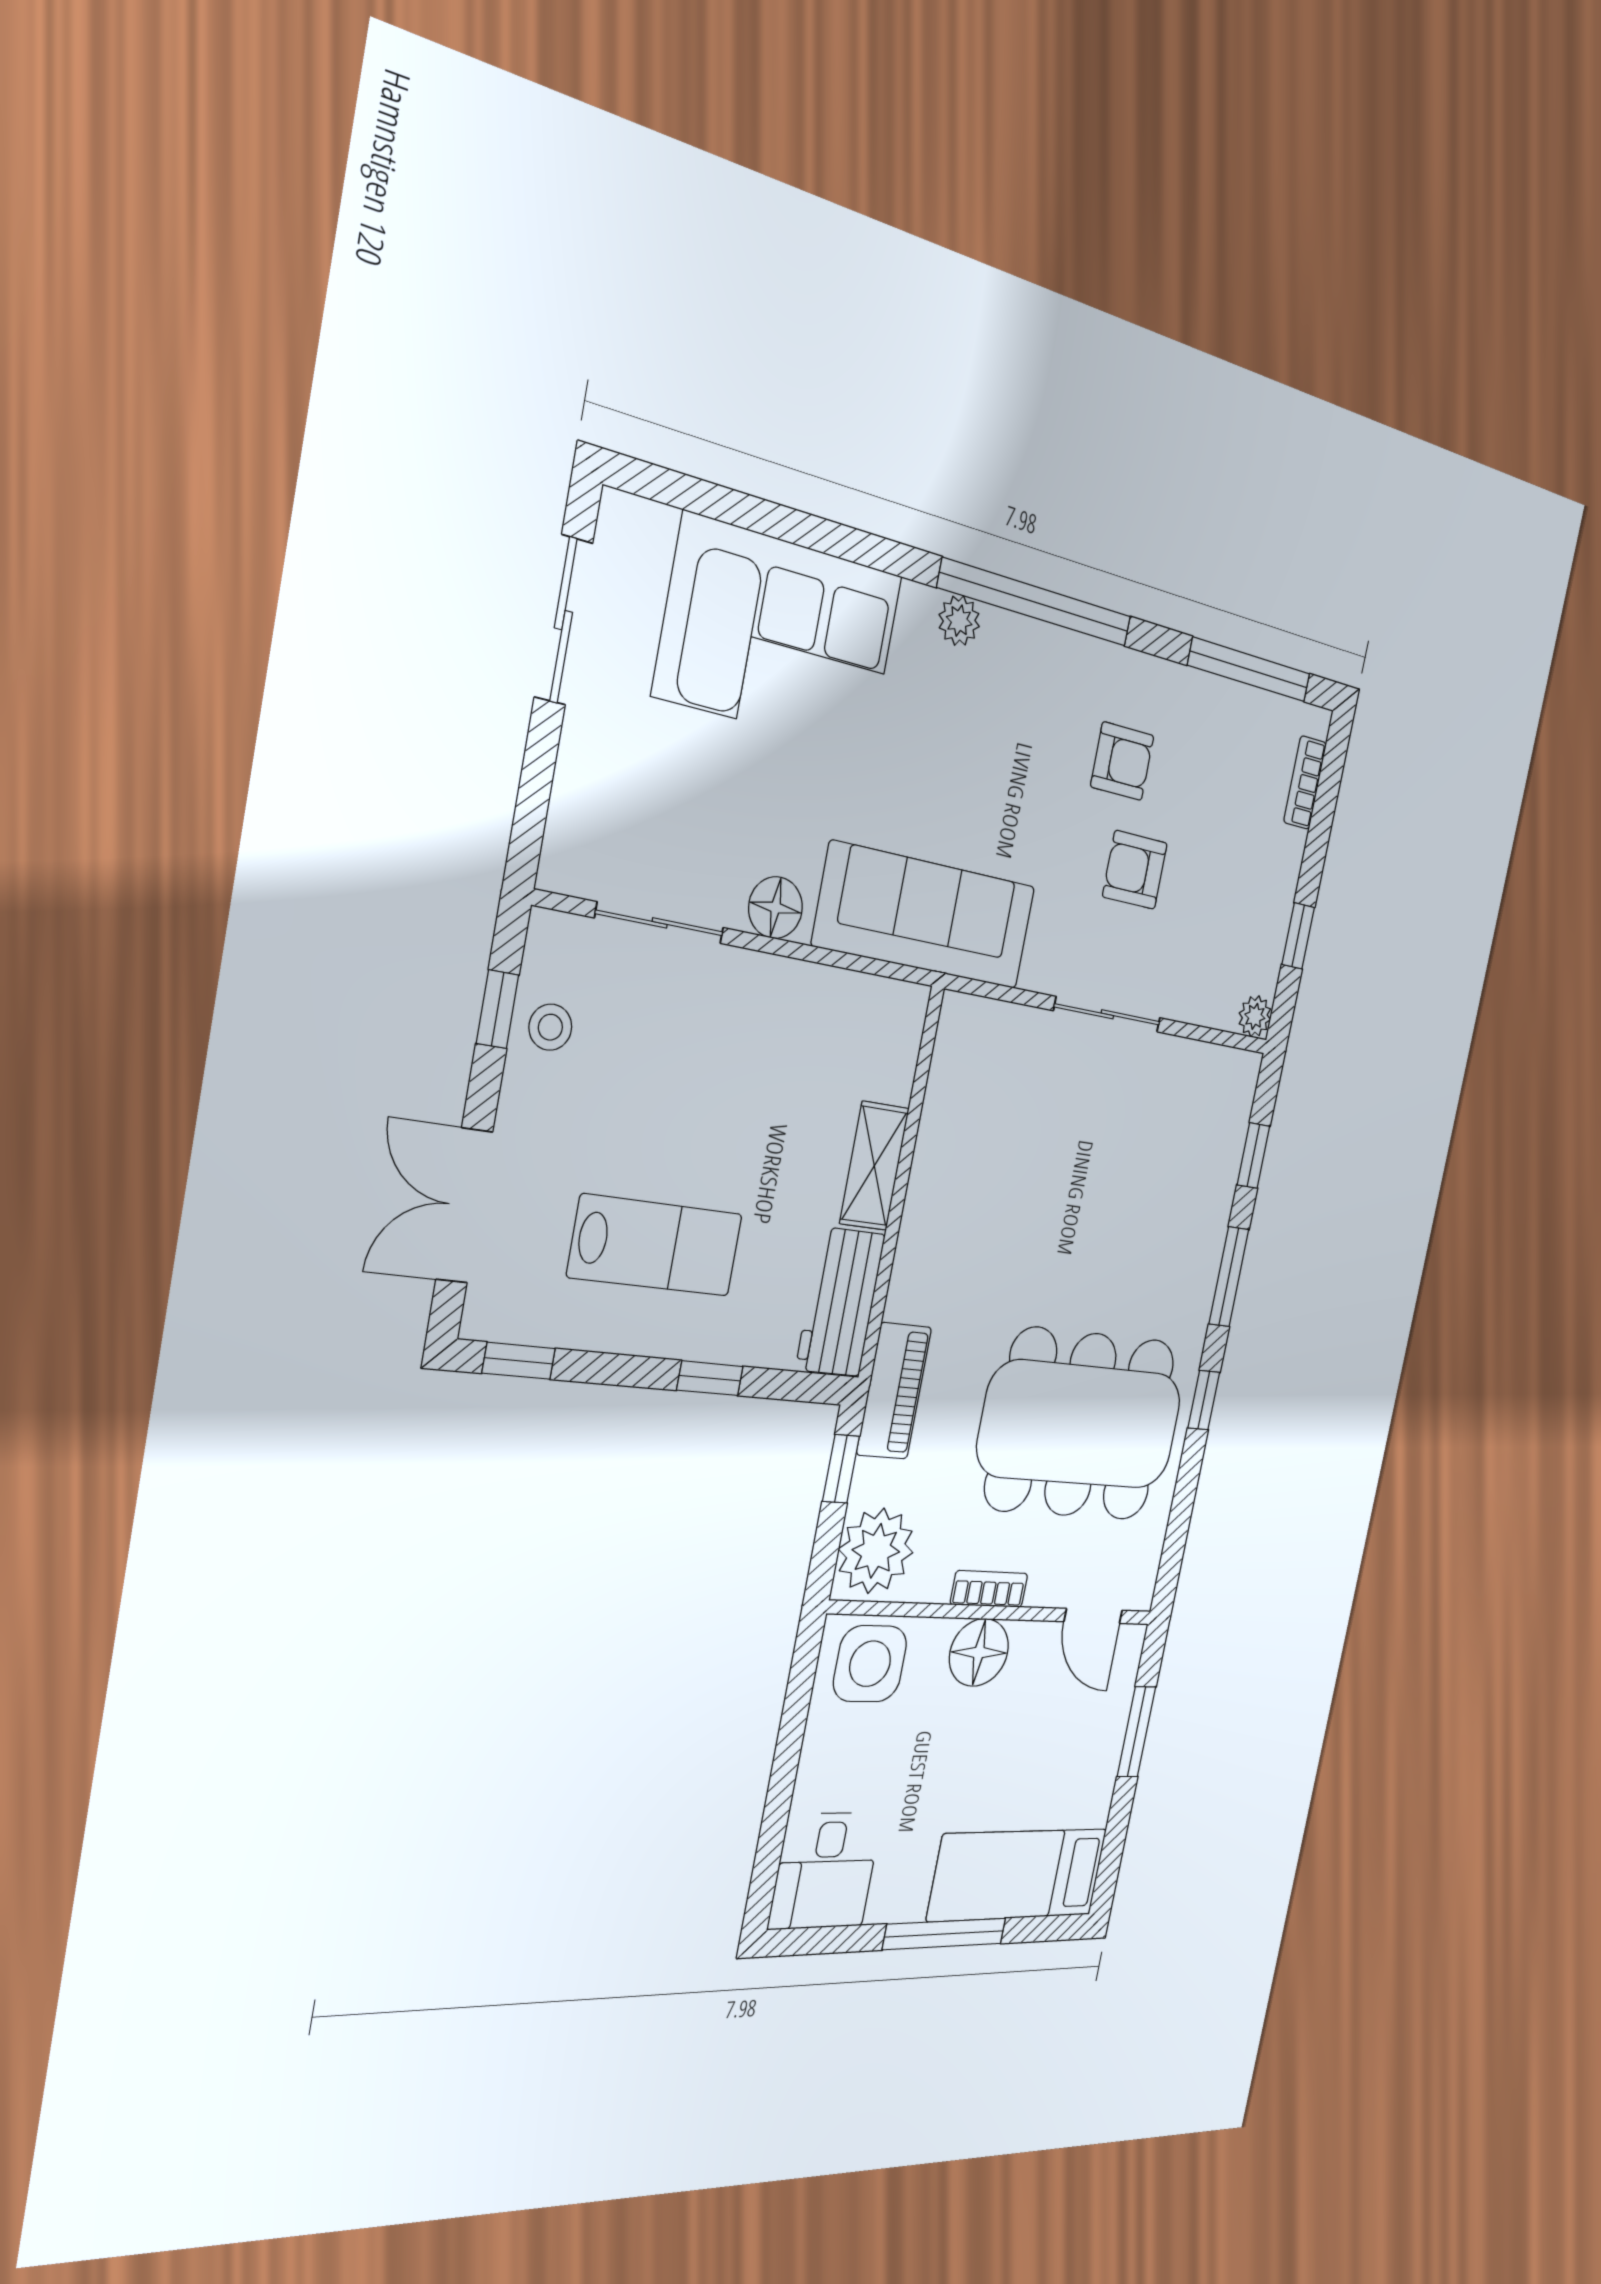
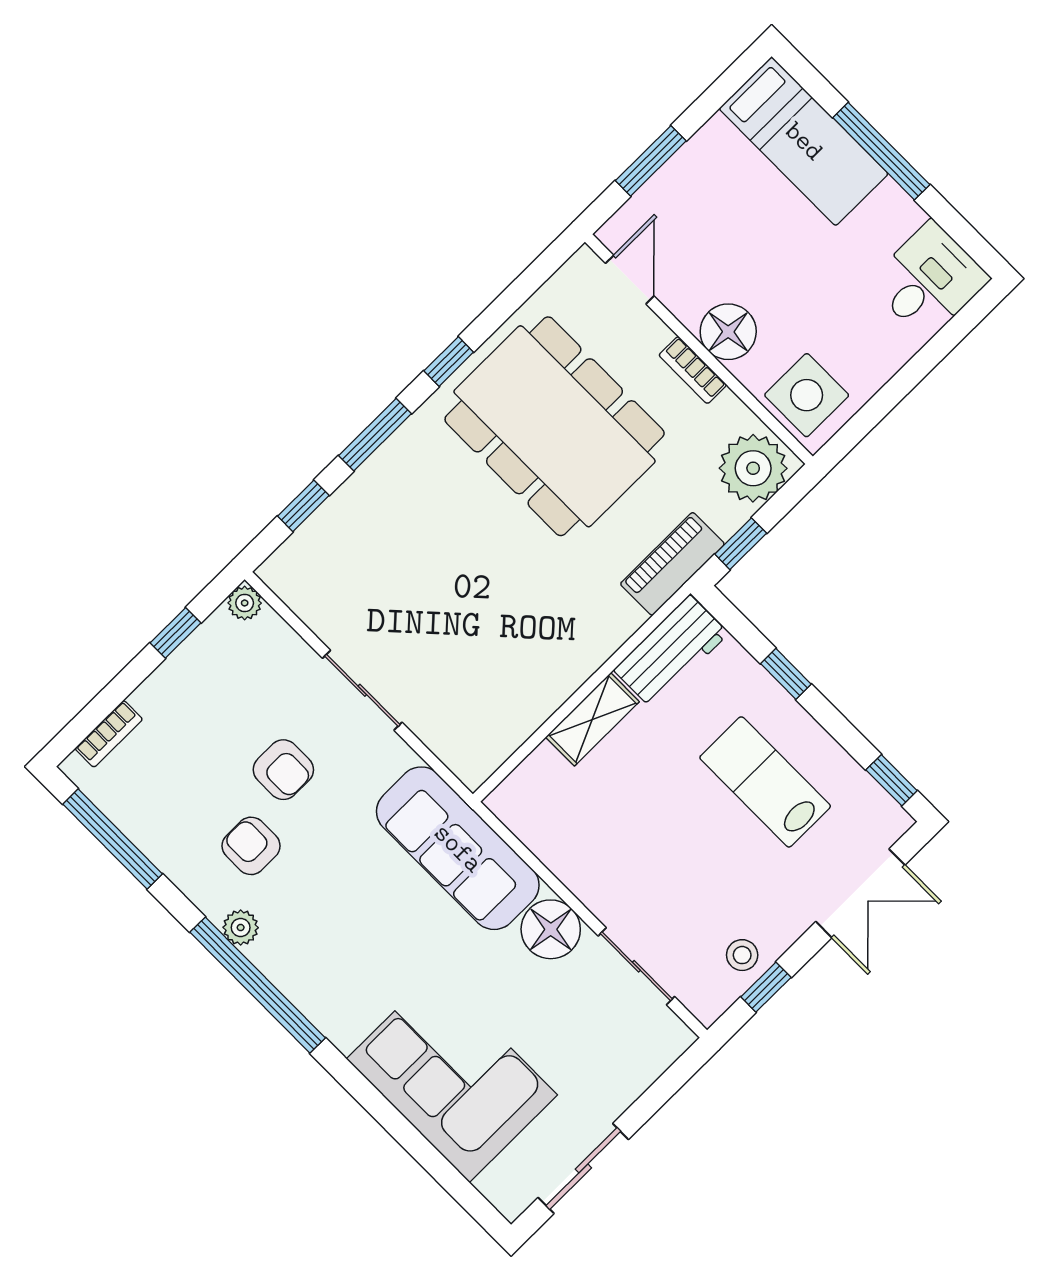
plant: (959, 621) -> (241, 928), moved
floor lamp: (776, 908) -> (551, 929), width x1.38, depth x1.38

